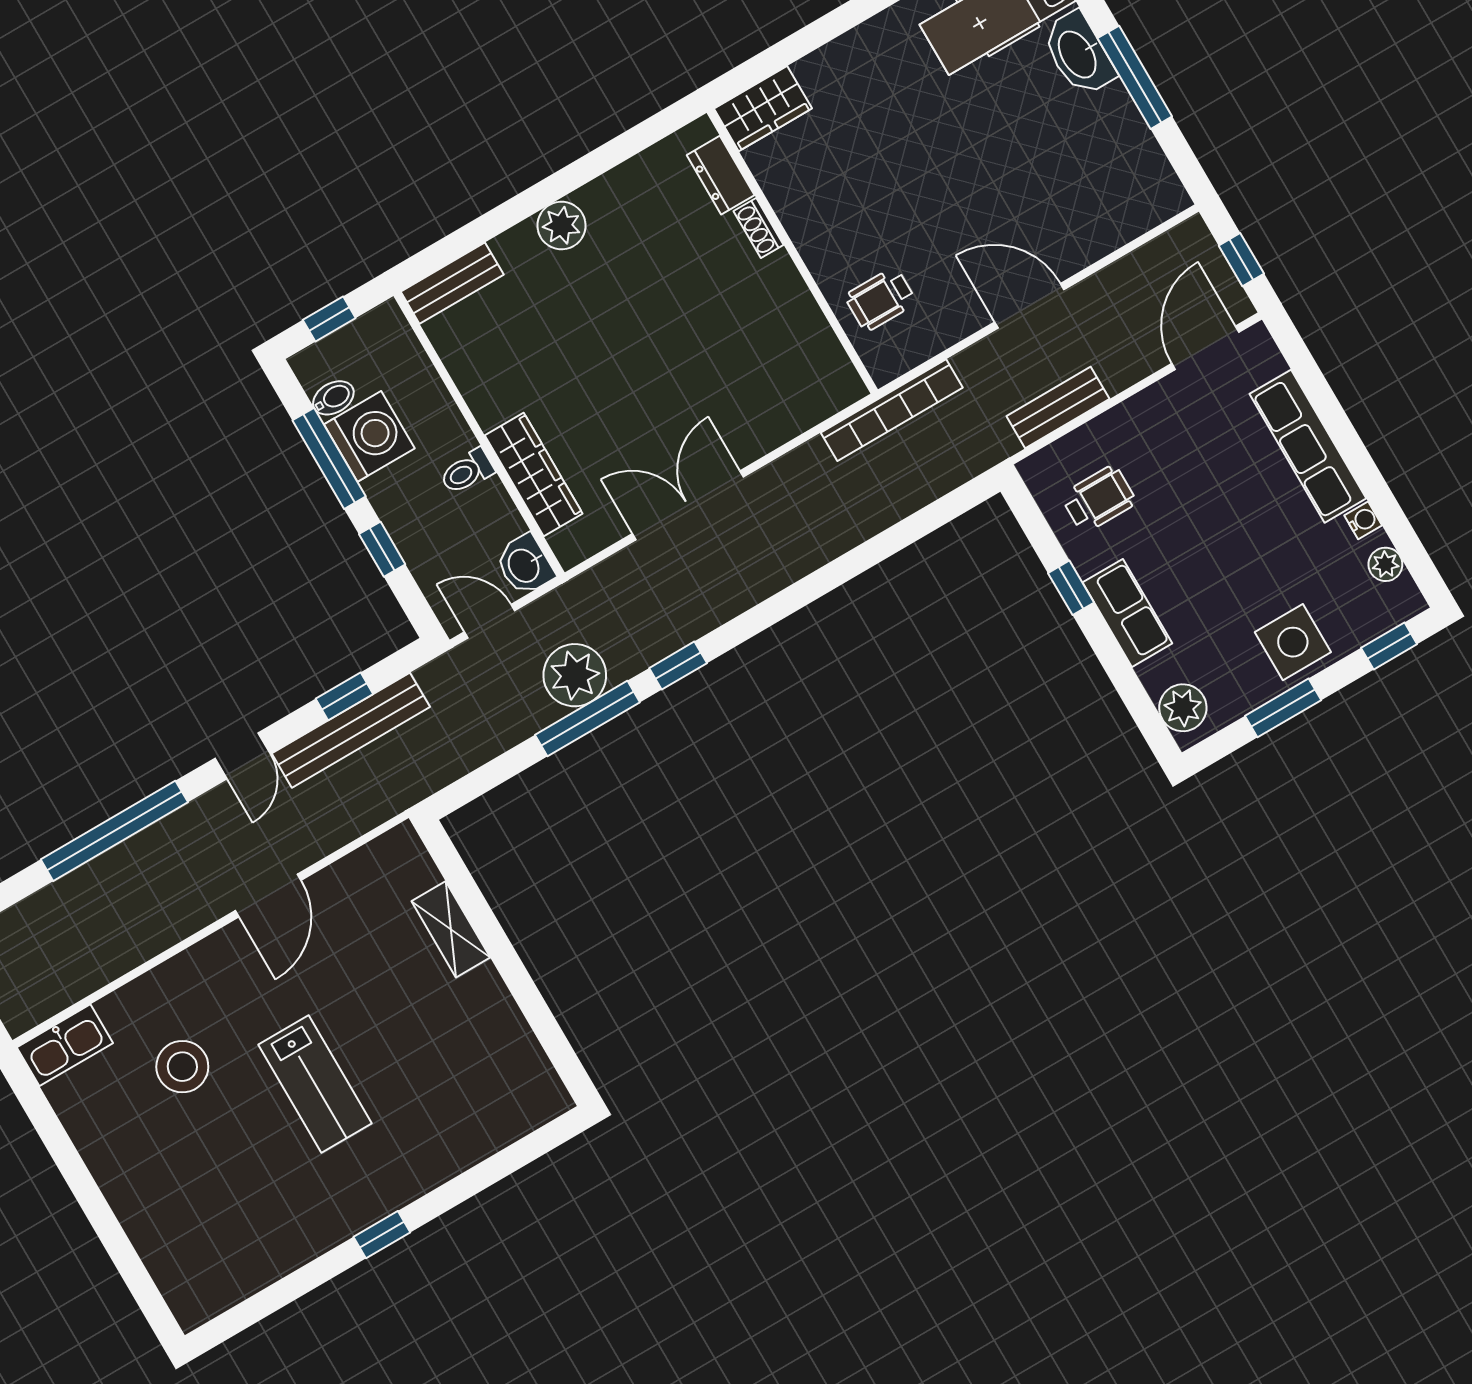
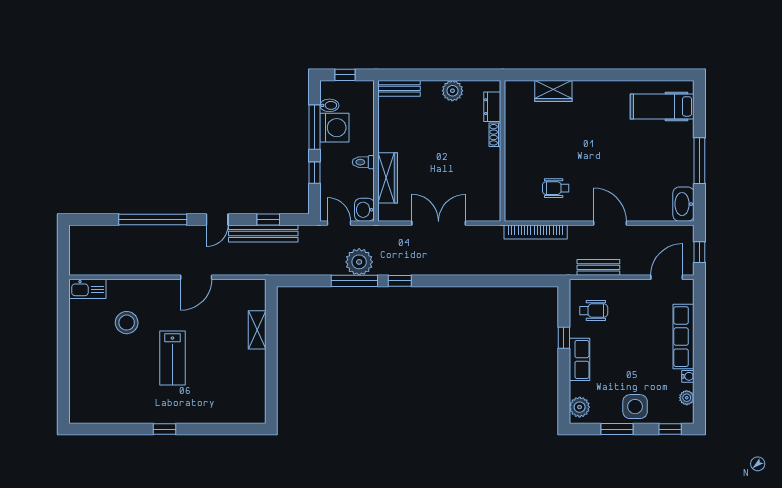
washbasin: (1078, 54) -> (683, 204), moved
dresser: (721, 175) -> (492, 107), moved
shoe rack: (759, 228) -> (495, 135), moved
wall: (792, 251) -> (502, 151), moved

